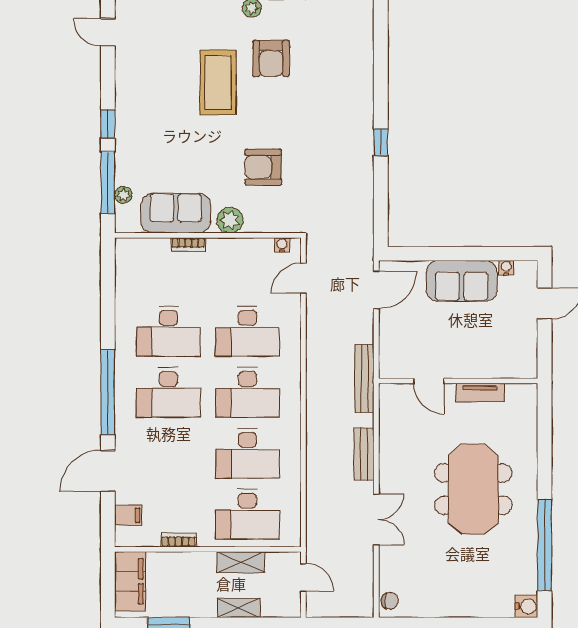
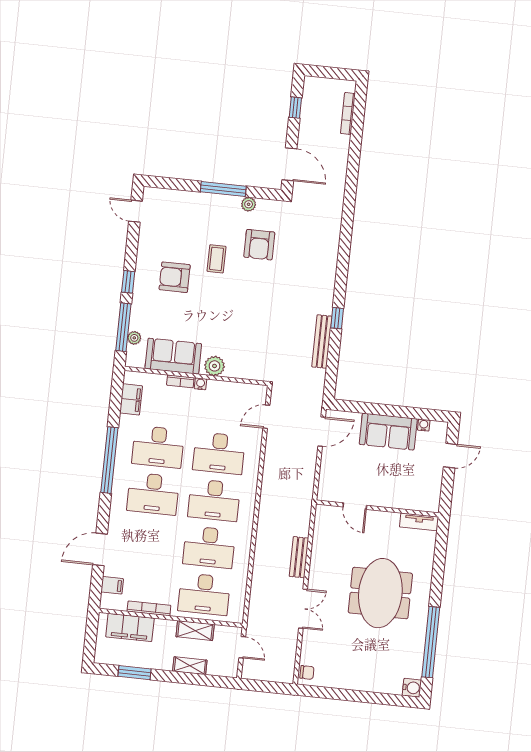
coffee table: (218, 82) -> (217, 259), width x0.54, depth x0.58
armchair: (263, 167) -> (175, 277), moved
water cooler: (282, 245) -> (200, 384), moved
filing cabinet: (127, 274) -> (131, 399), added
bench: (364, 378) -> (322, 342), moved
window: (108, 392) -> (109, 460), moved
tv unit: (480, 393) -> (419, 522), moved
bookcase: (179, 540) -> (149, 608), width x1.56
filing cabinet: (130, 581) -> (130, 627), moved, turned 90

